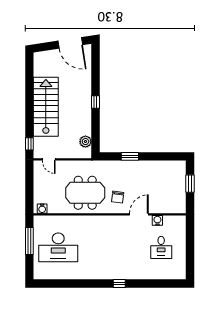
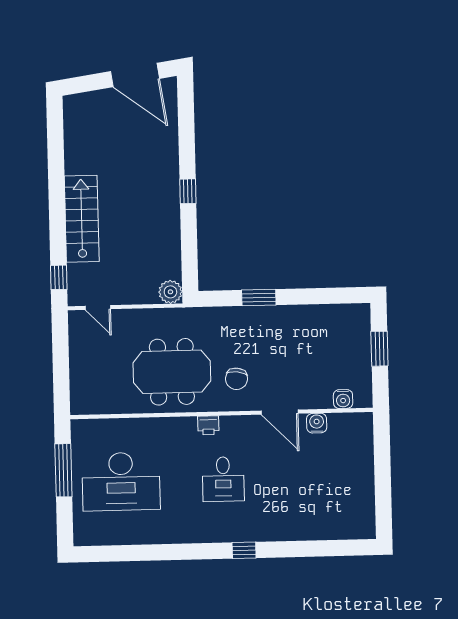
stairs: (46, 107) -> (82, 219), width x0.73, depth x0.66
plant: (85, 142) -> (170, 292), moved
water cooler: (42, 209) -> (343, 399), moved
door: (139, 214) -> (280, 412), swing flipped
printer: (103, 220) -> (208, 425), added
desk: (161, 247) -> (223, 479), moved

